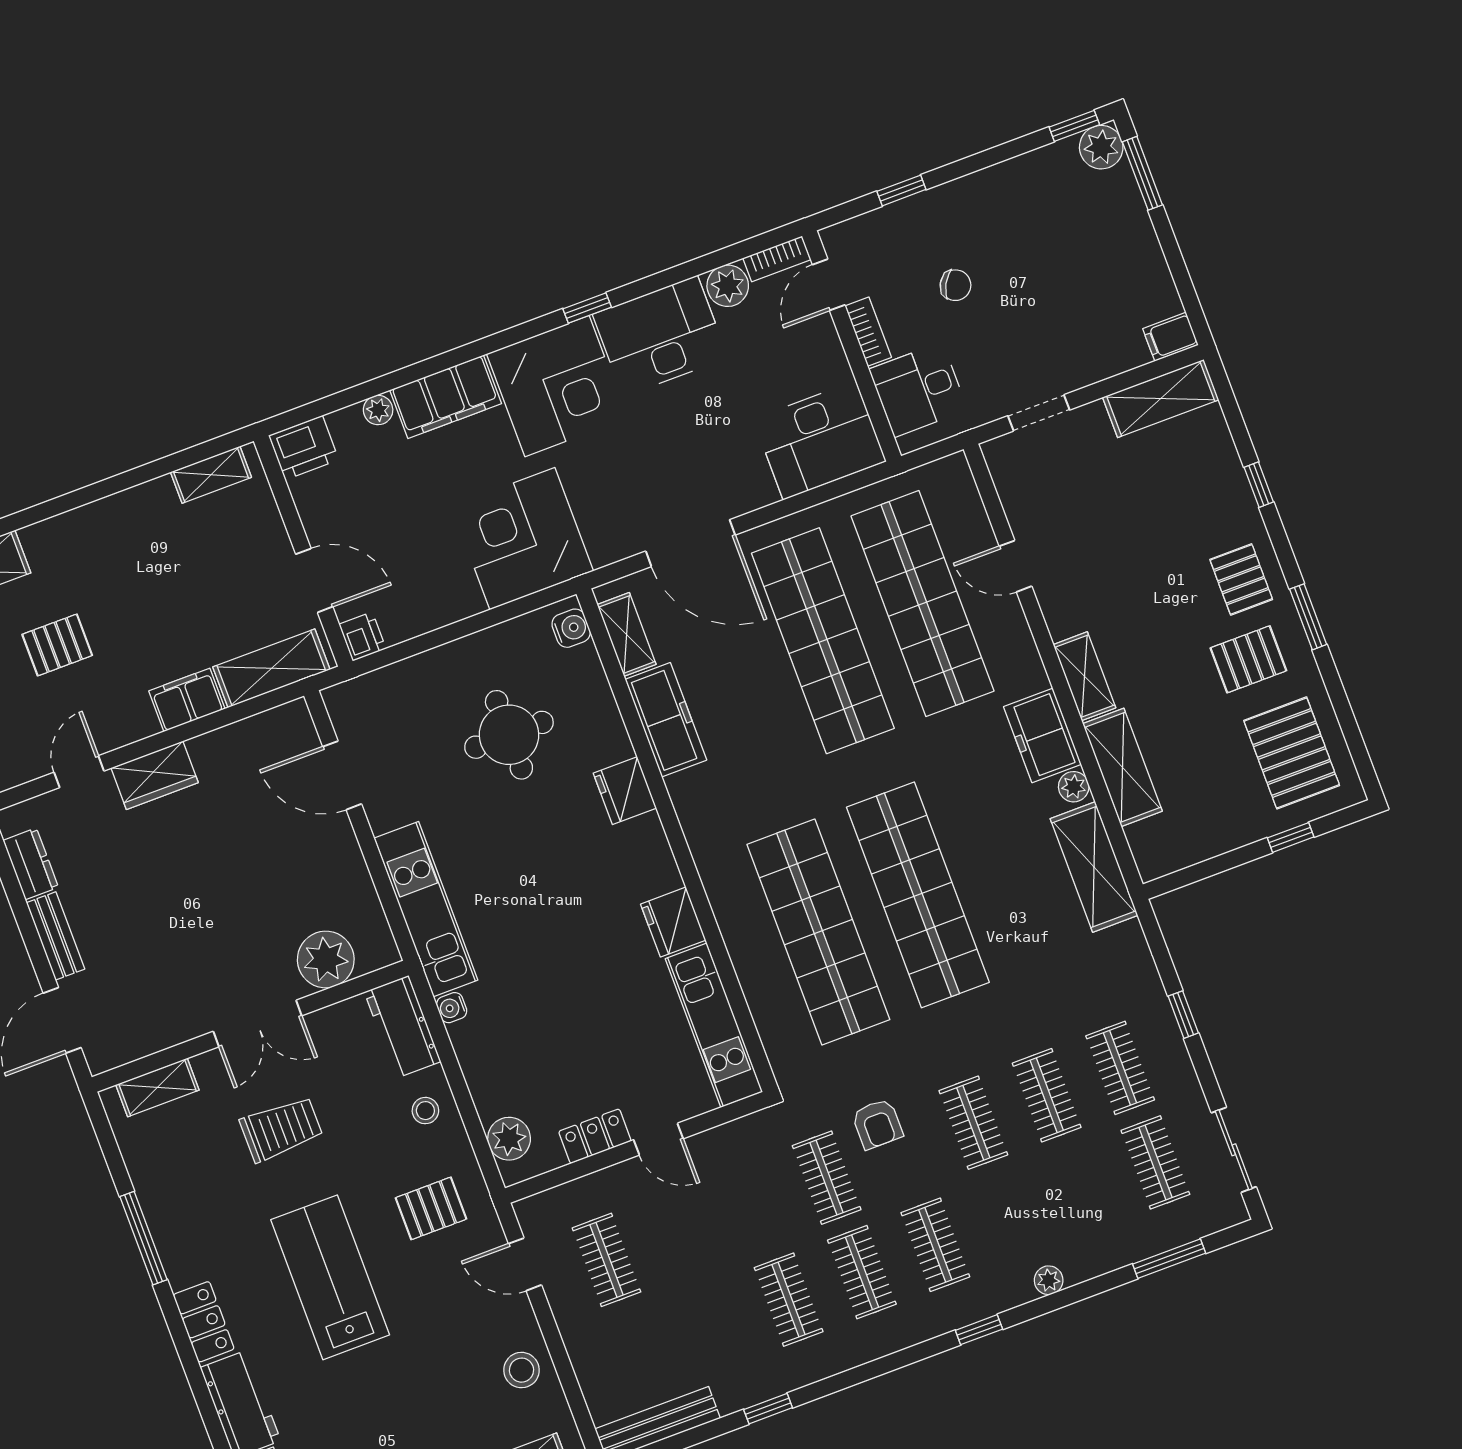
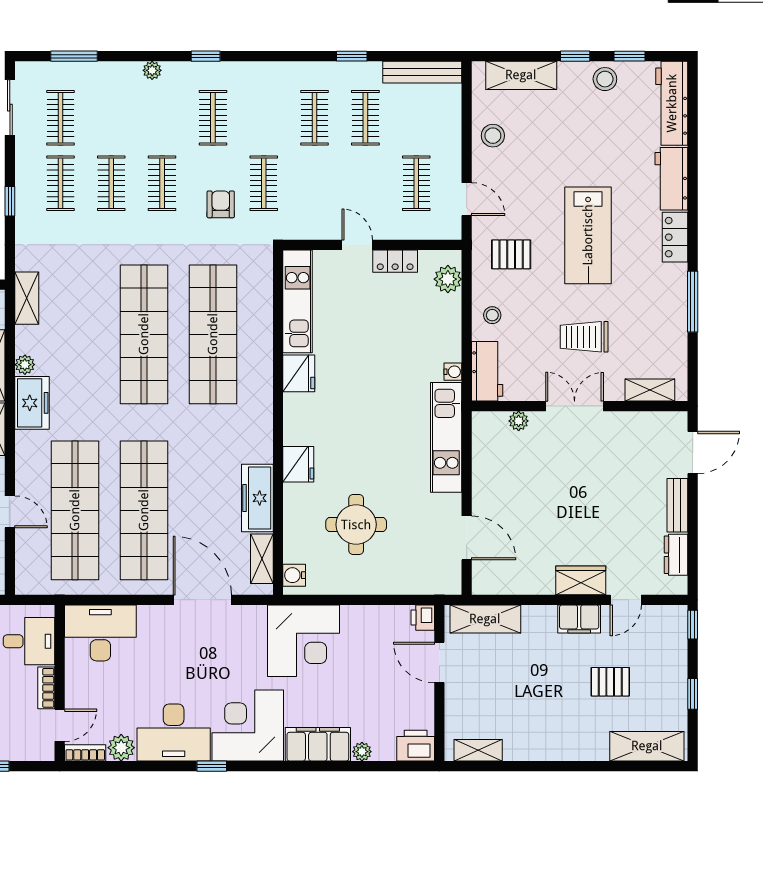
filing cabinet: (187, 700) -> (579, 619), moved
shelving: (1094, 867) -> (27, 298), width x0.67, depth x0.75
plant: (326, 960) -> (519, 421), width x0.53, depth x0.53
clothes rail: (862, 1272) -> (365, 118), moved

